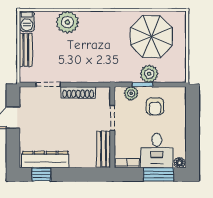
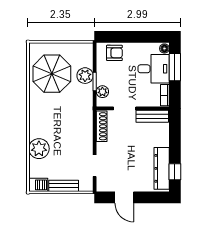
shoe rack: (78, 92) -> (102, 126), moved
armchair: (155, 106) -> (114, 53), moved

